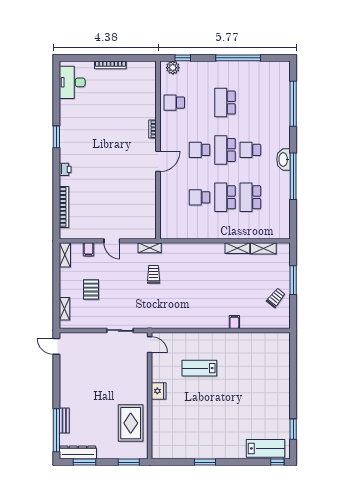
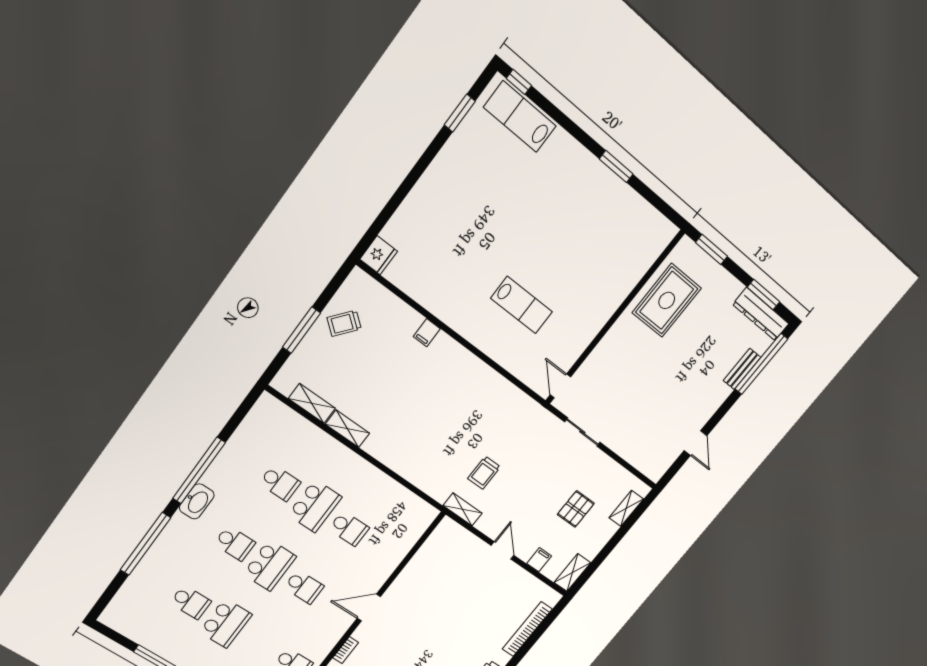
school desk: (250, 103) -> (191, 602), added
window: (293, 104) -> (145, 544), moved
school desk: (250, 197) -> (280, 483), width x0.54
door: (56, 346) -> (696, 443), moved
fridge: (159, 391) -> (379, 255), moved, turned 180

